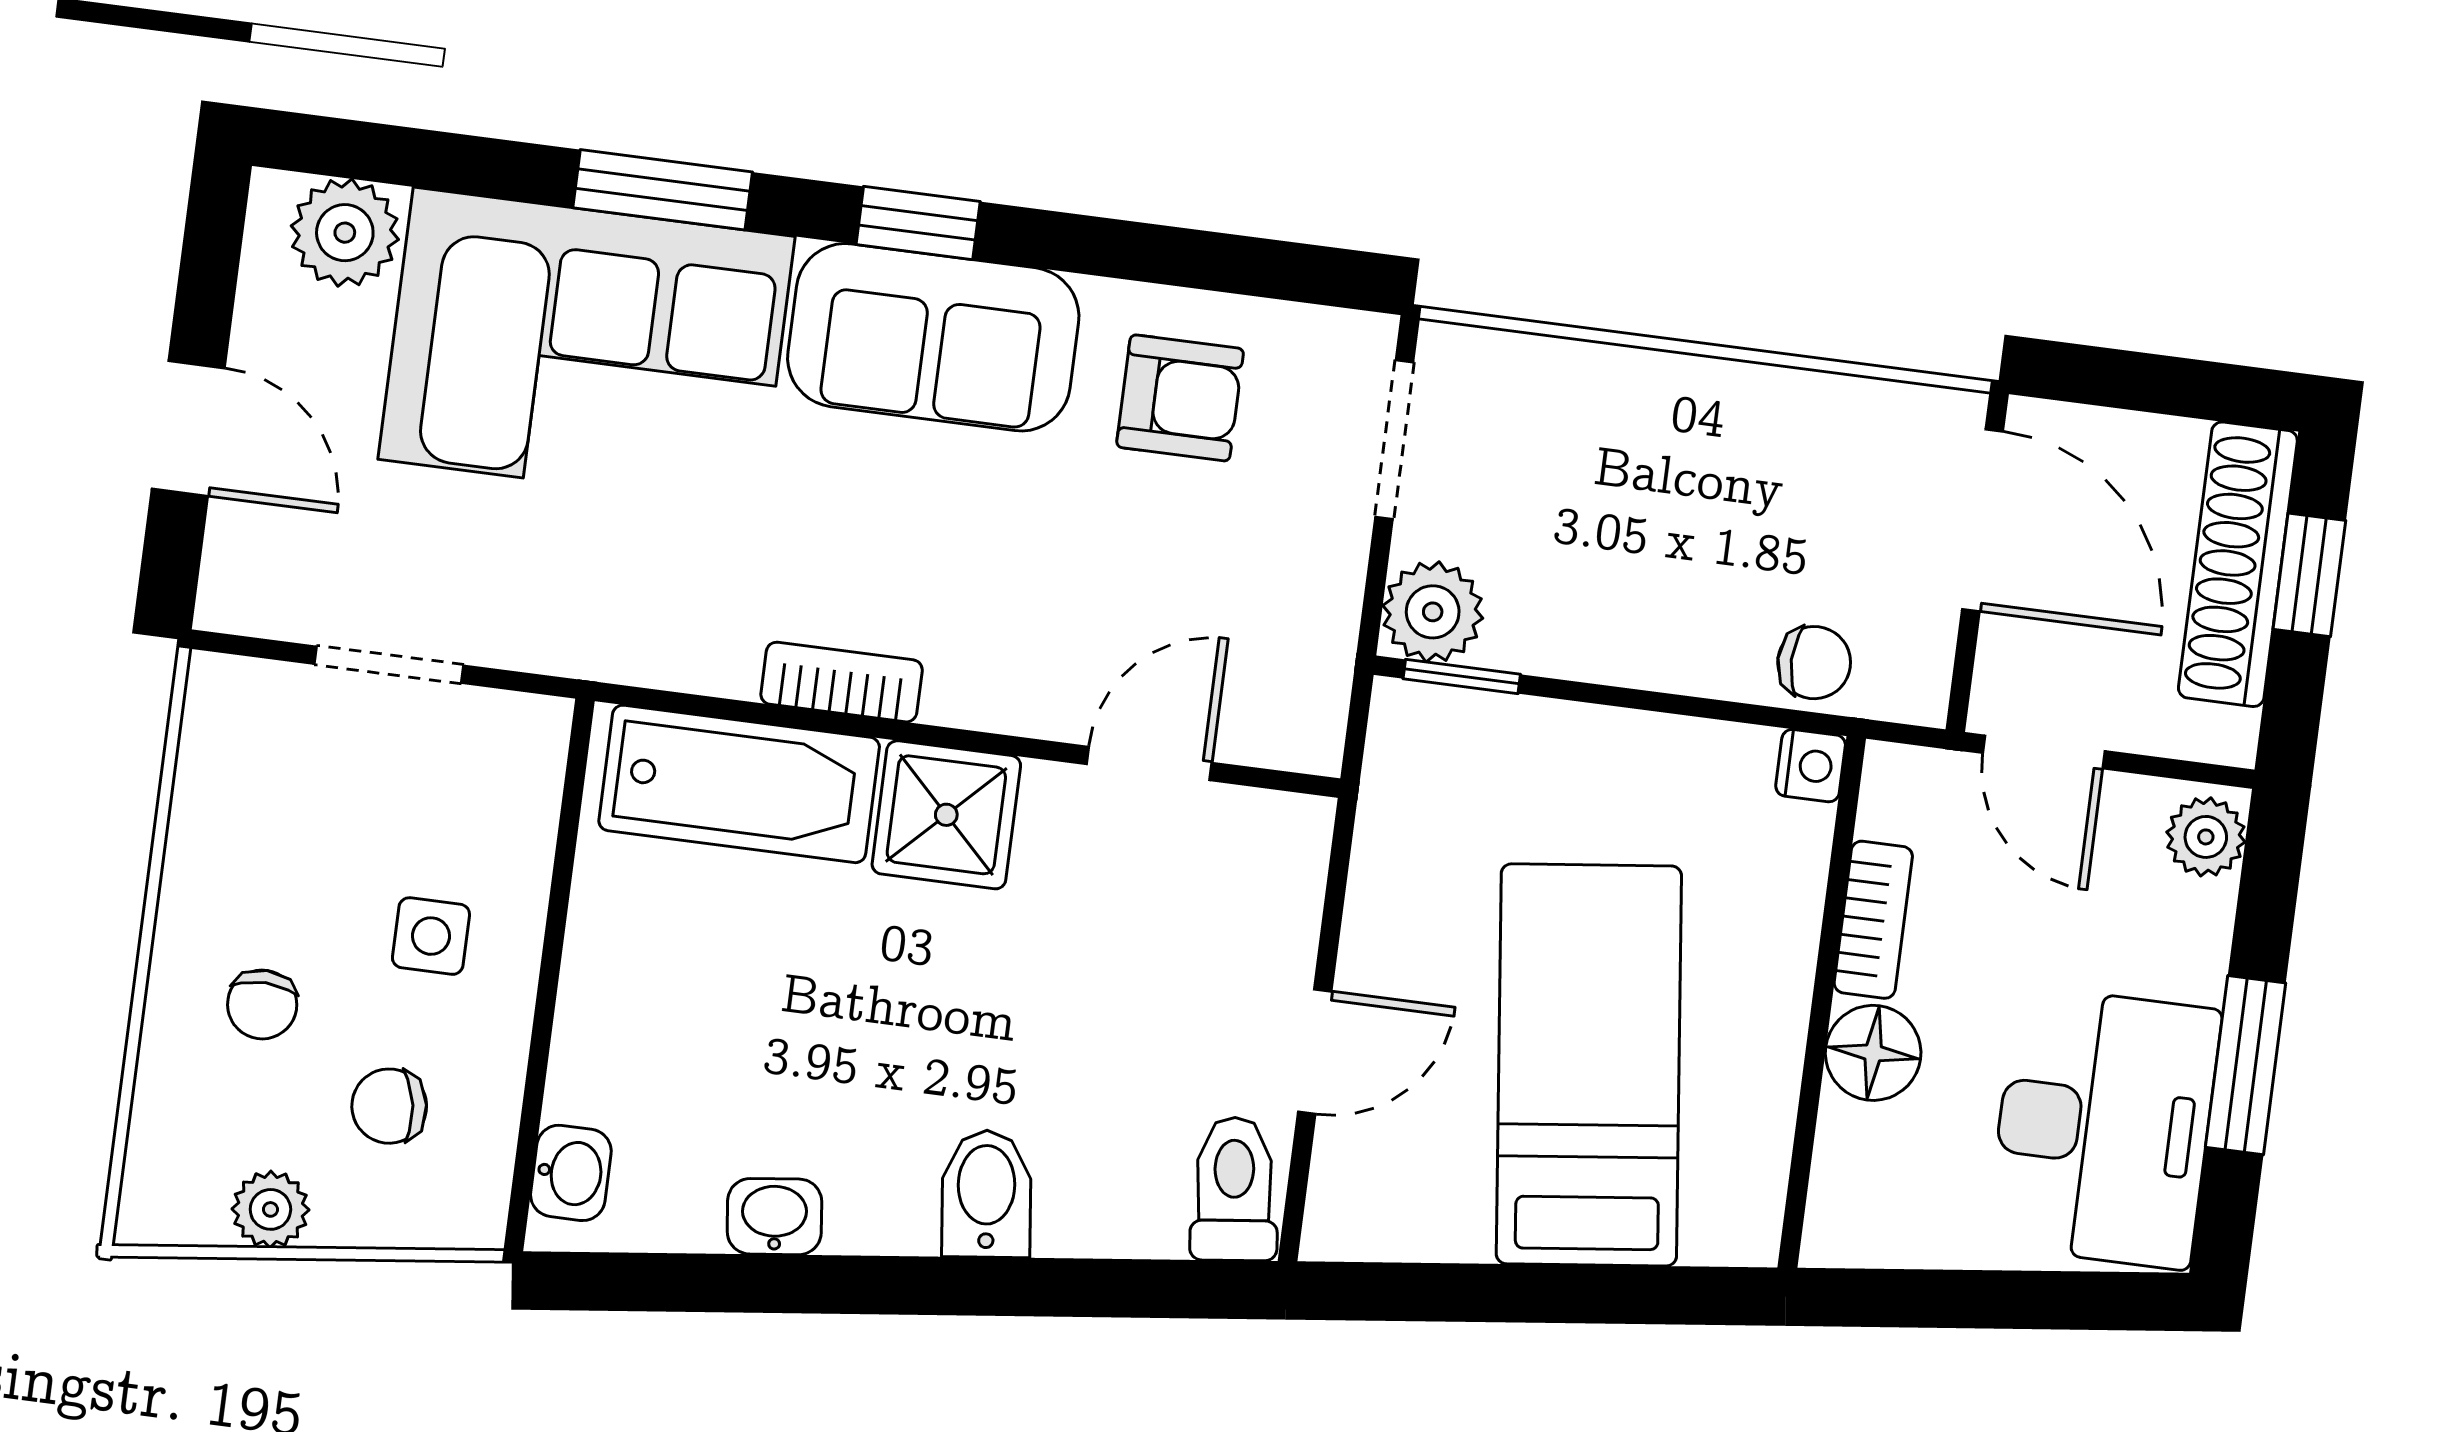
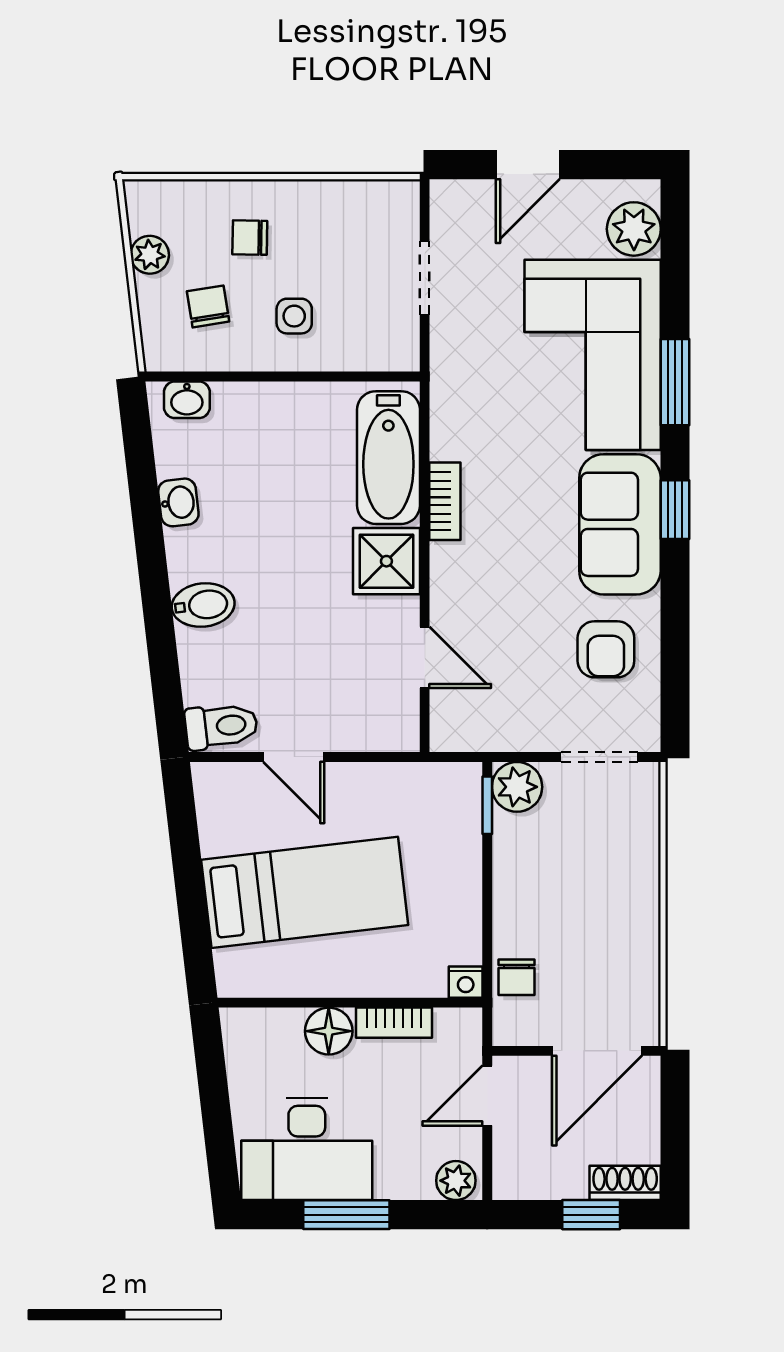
shoe rack: (2238, 564) -> (625, 1183), width x0.51, depth x0.81

